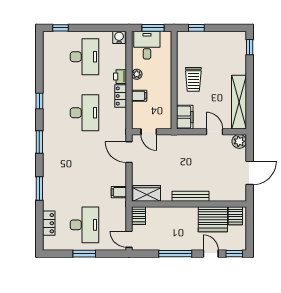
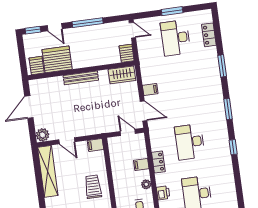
printer: (120, 77) -> (163, 193), moved
filing cabinet: (185, 117) -> (95, 145), width x0.50
filing cabinet: (119, 192) -> (150, 90), moved

